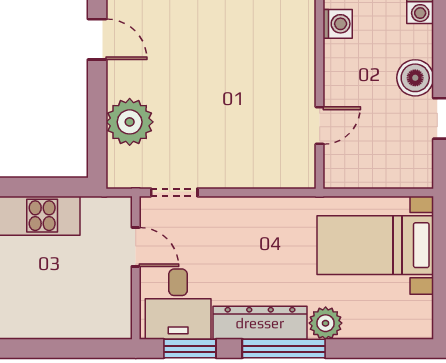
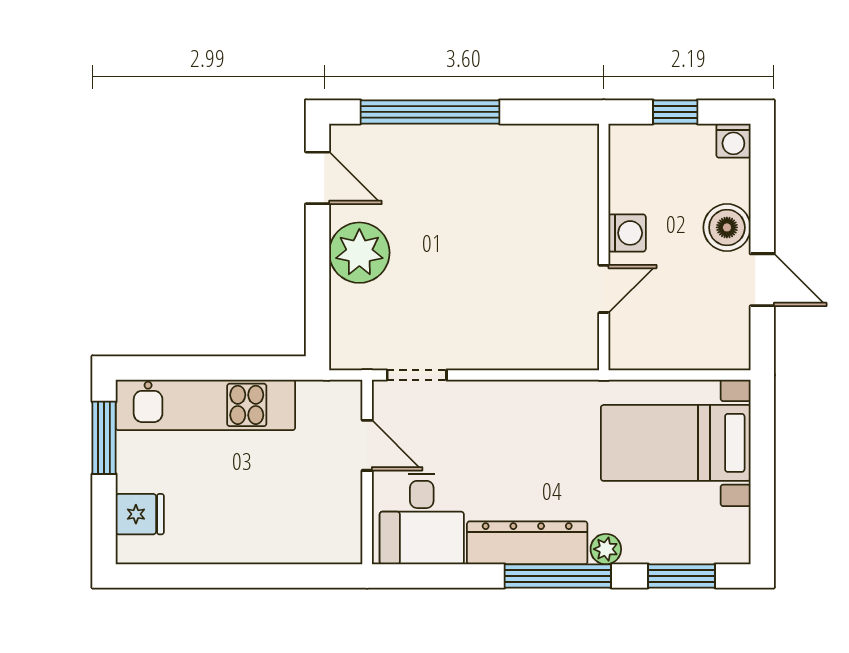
washing machine: (338, 24) -> (627, 233), moved
plant: (130, 122) -> (359, 253), moved
plant: (326, 323) -> (606, 549), width x0.73, depth x0.73
window: (190, 349) -> (681, 576), moved

